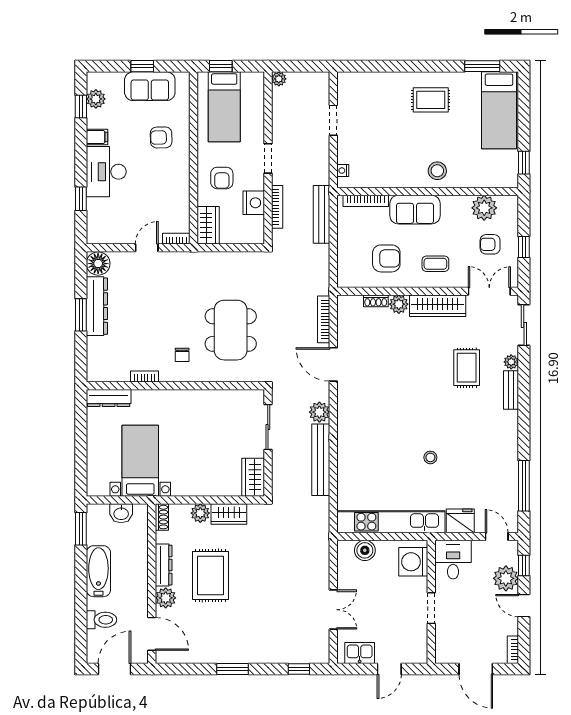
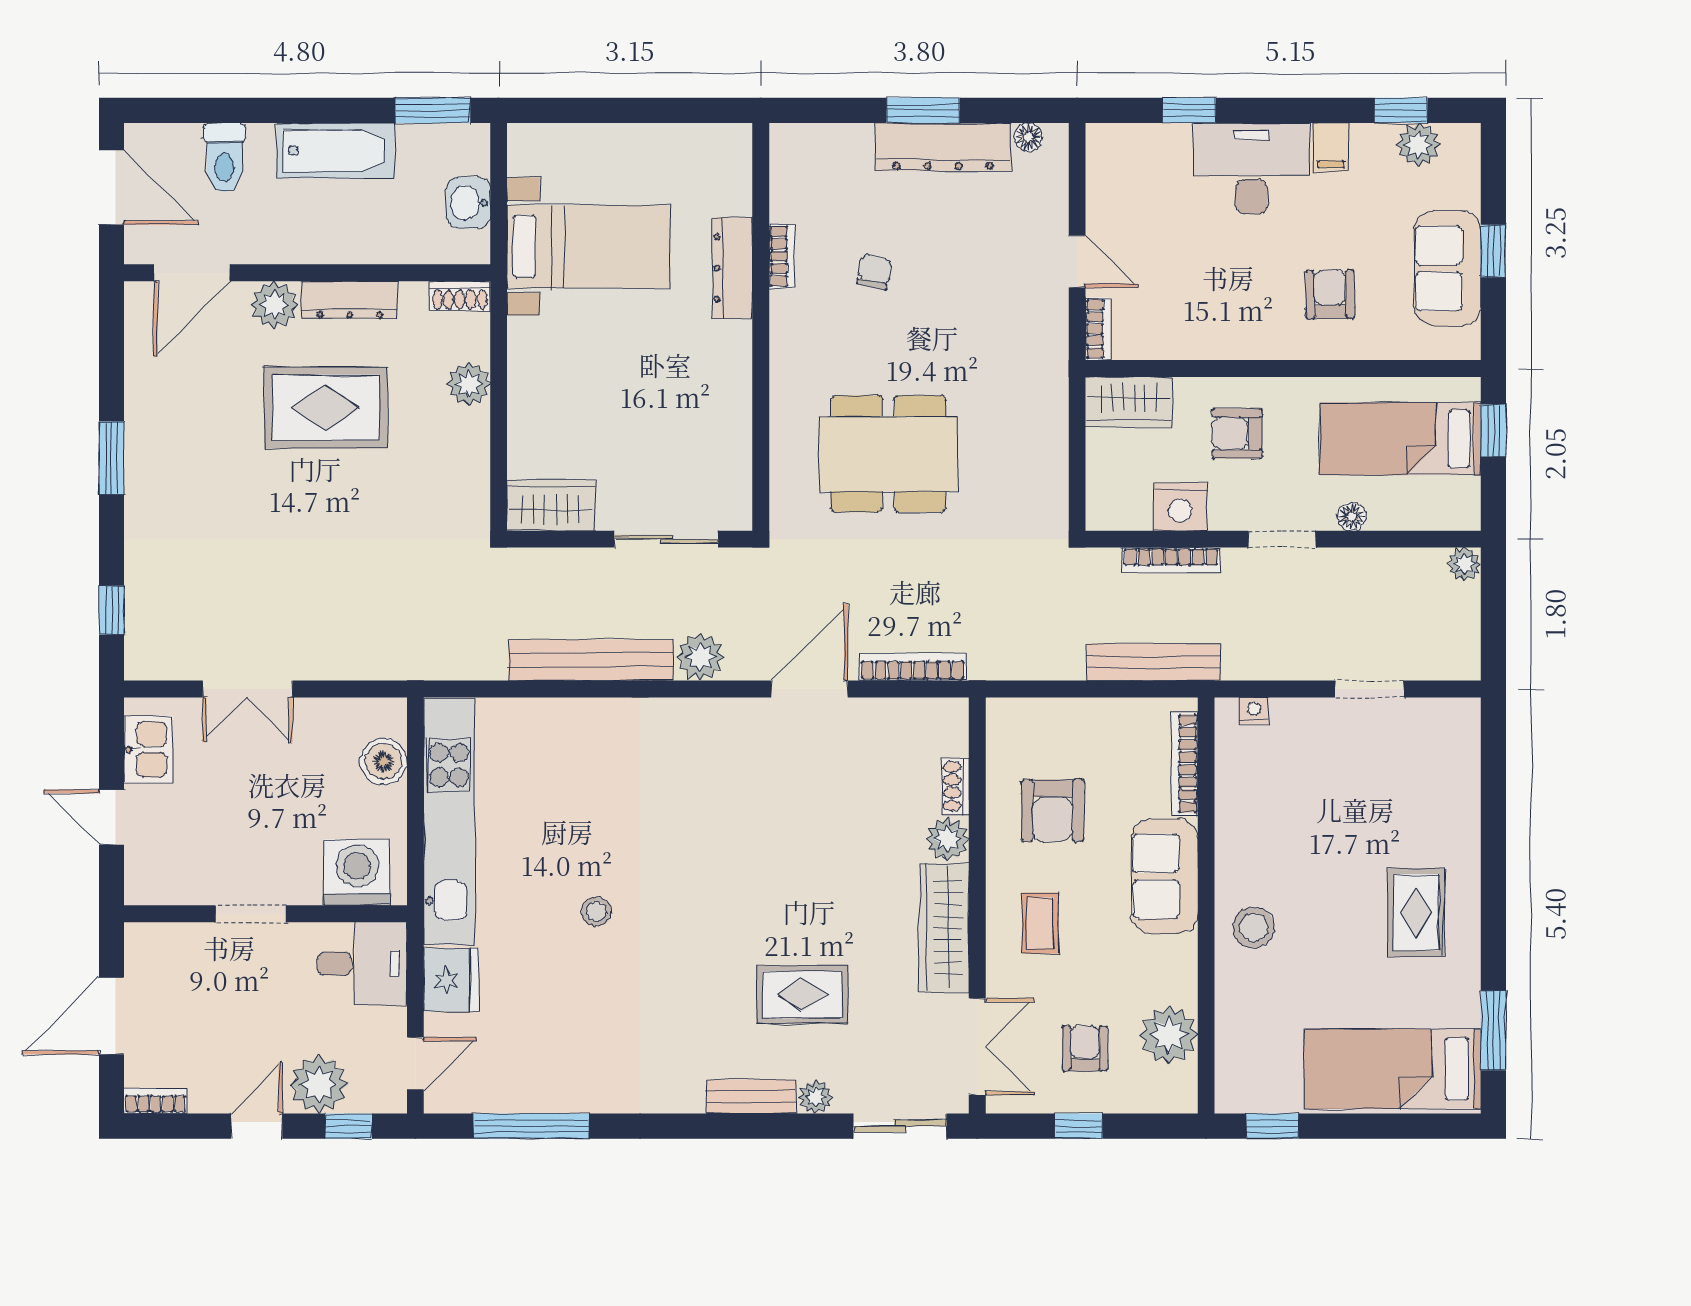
floor lamp: (258, 128) -> (1352, 517), added
floor lamp: (98, 264) -> (1028, 137), width x0.53, depth x0.53
chair: (182, 355) -> (874, 272), moved, turned 102
dresser: (109, 398) -> (733, 268), moved
wardrobe: (229, 514) -> (467, 450), removed

